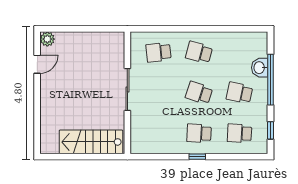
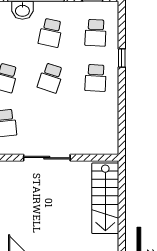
window: (197, 157) -> (122, 58), moved

